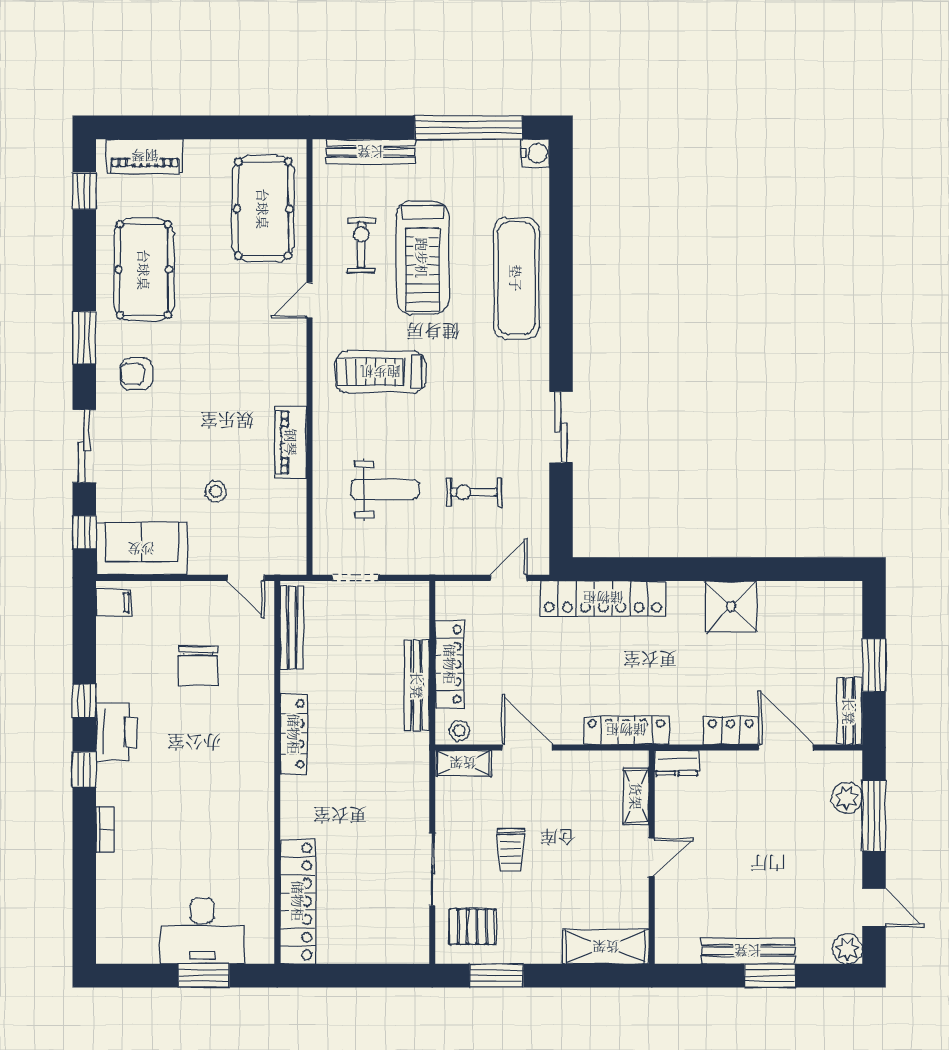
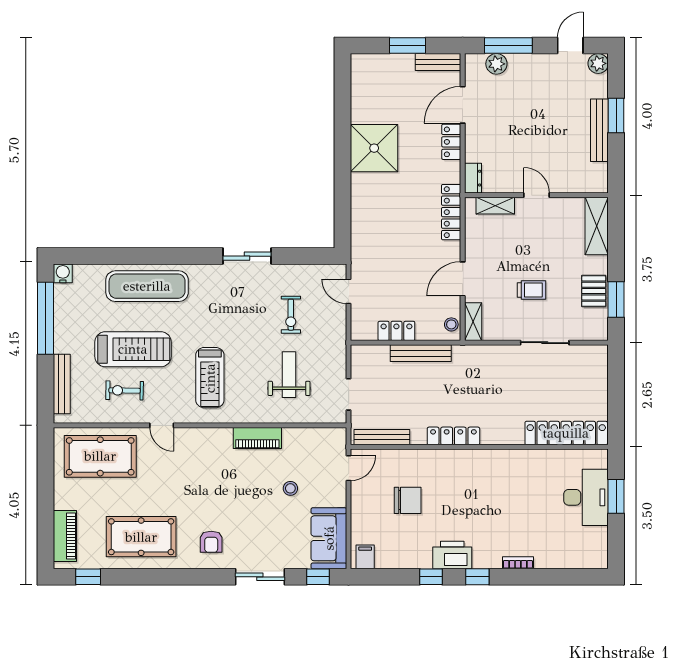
window: (84, 338) -> (187, 577), removed
locker: (603, 598) -> (362, 228), removed
shower: (731, 606) -> (374, 148), width x1.37, depth x1.37
locker: (450, 664) -> (396, 331), width x0.66
pallet: (472, 927) -> (594, 291), moved

